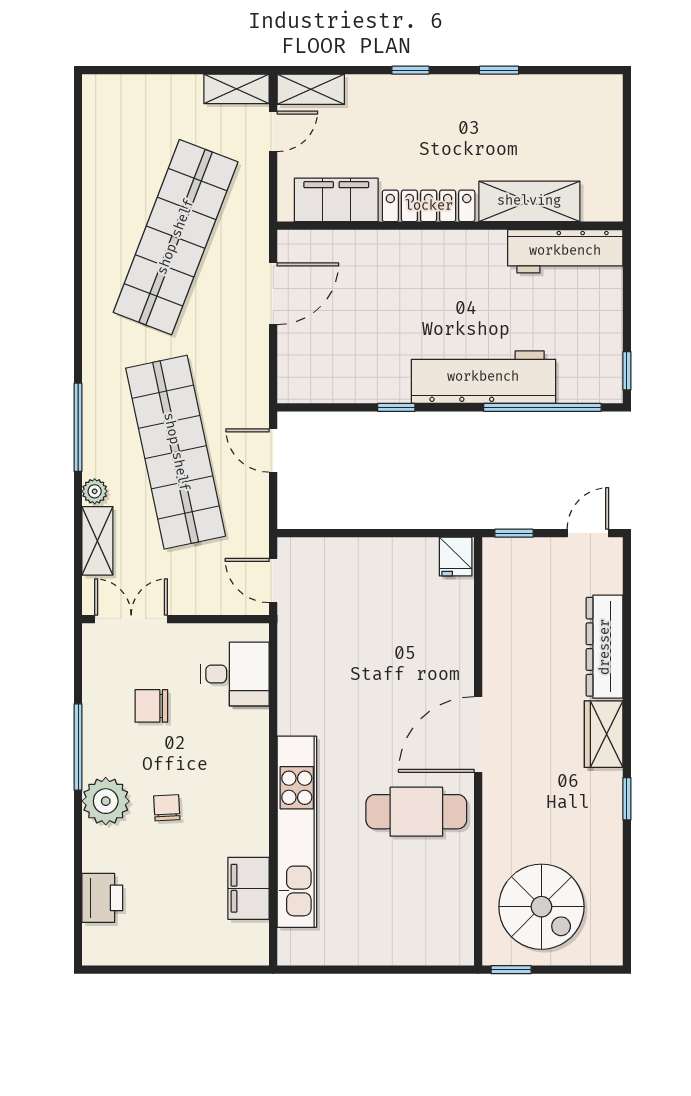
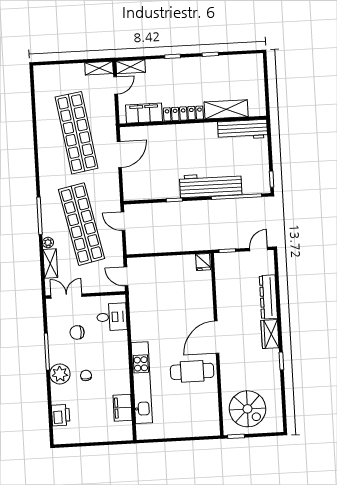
shop shelf: (176, 237) -> (77, 133), turned -30

